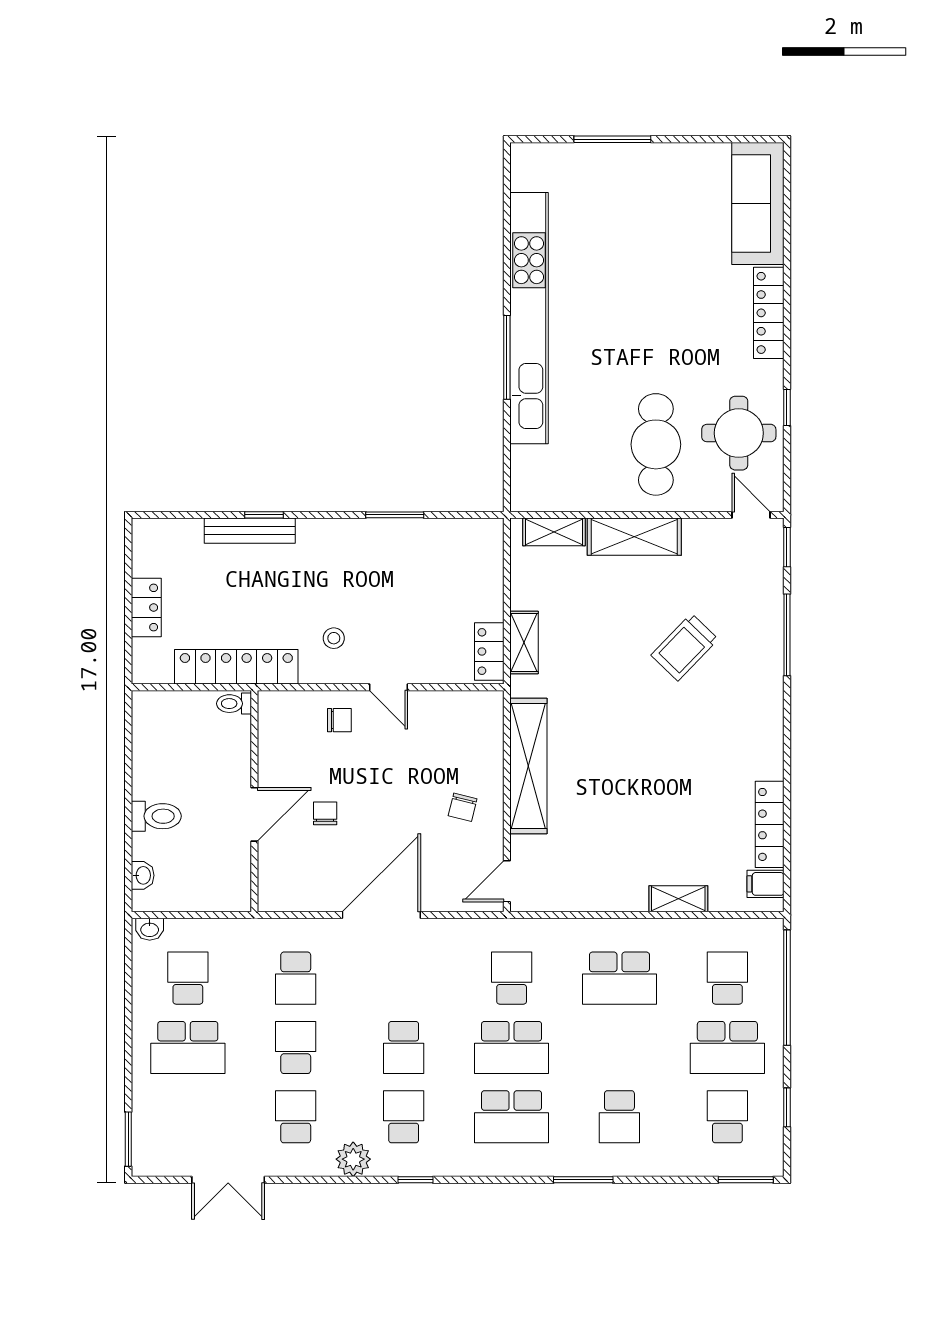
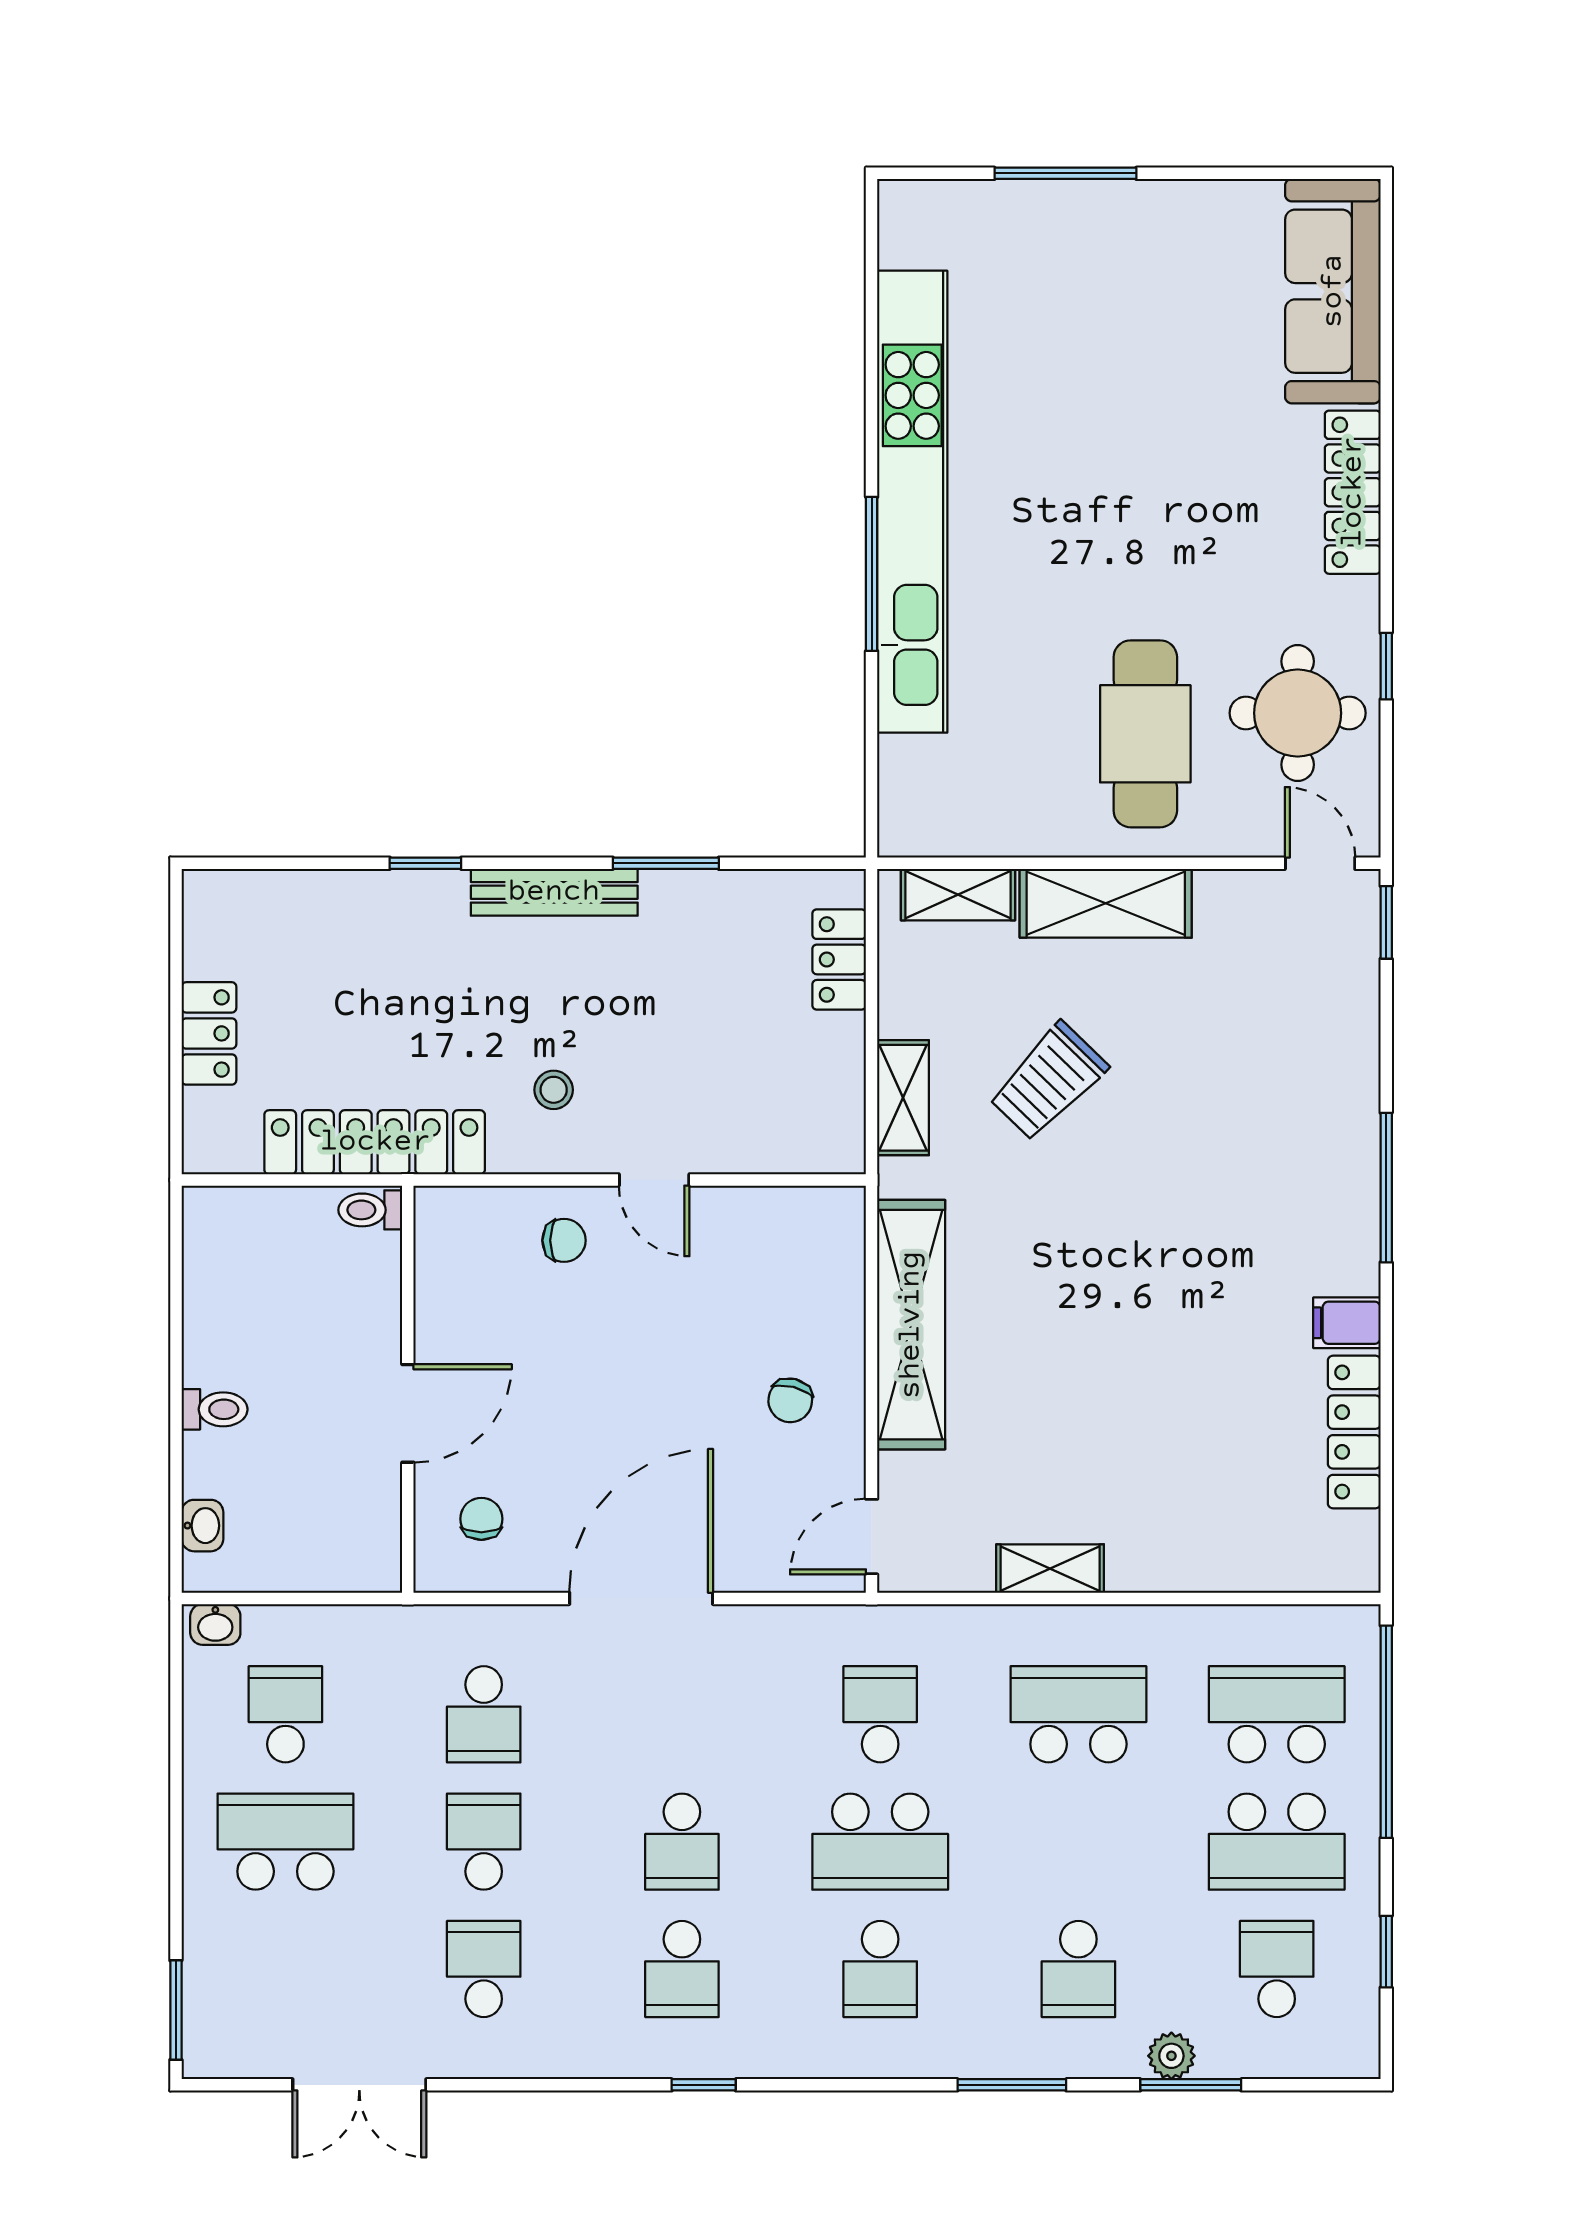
bench: (250, 531) -> (554, 892), moved
window: (787, 635) -> (1386, 1188), moved
trolley: (685, 647) -> (1048, 1081), moved
locker: (489, 652) -> (839, 959), moved
chair: (325, 813) -> (481, 1519), moved
toilet: (156, 816) -> (215, 1409), width x0.73, depth x0.72
filing cabinet: (766, 884) -> (1347, 1323), moved
shelving: (678, 899) -> (1050, 1569), moved
school desk: (619, 978) -> (1078, 1714), turned 180
school desk: (727, 978) -> (1277, 1714), width x1.85
school desk: (188, 1047) -> (285, 1842), turned 180
school desk: (404, 1117) -> (682, 1969), turned 180
school desk: (512, 1117) -> (880, 1969), width x0.54
plant: (353, 1159) -> (1171, 2056), moved, width x0.73, depth x0.73
window: (746, 1180) -> (1191, 2085), moved

